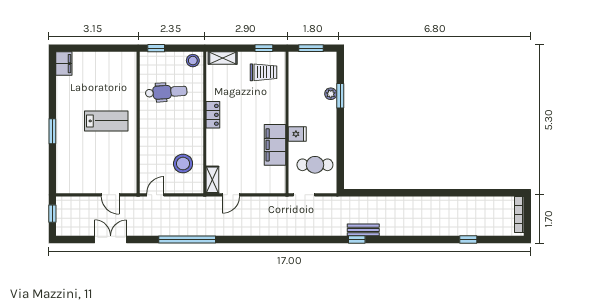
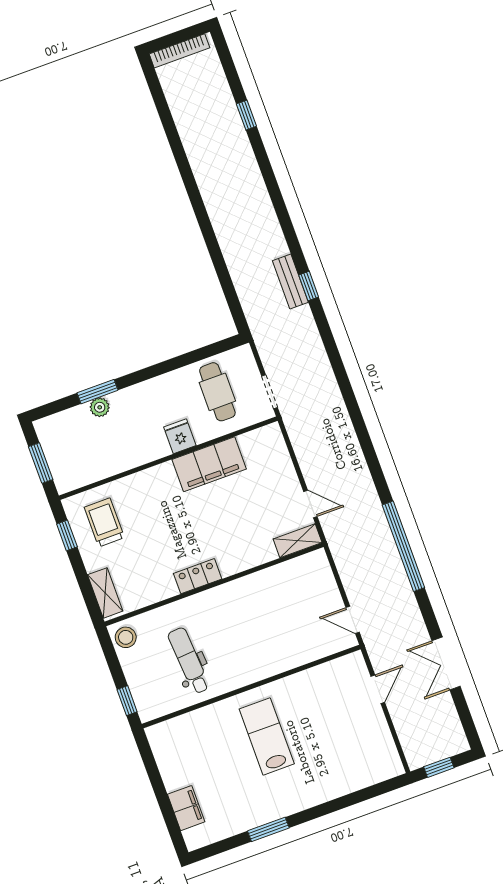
filing cabinet: (64, 64) -> (186, 808), moved, turned 90
window: (52, 131) -> (268, 829), moved
stool: (183, 164) -> (289, 595), removed

